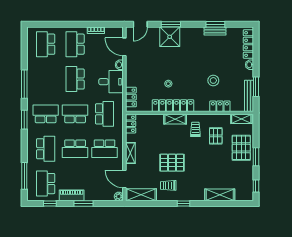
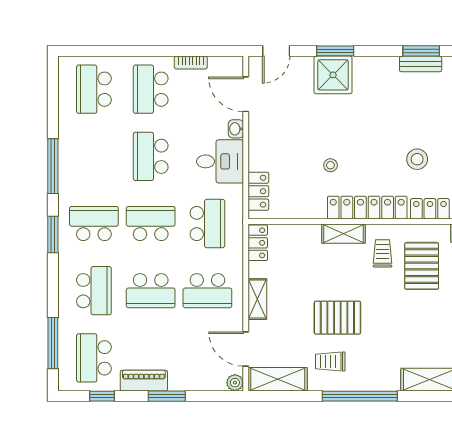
locker: (173, 106) -> (367, 208), moved
pallet: (216, 136) -> (422, 266), width x1.50, depth x1.42
window: (184, 203) -> (360, 396), width x3.17

